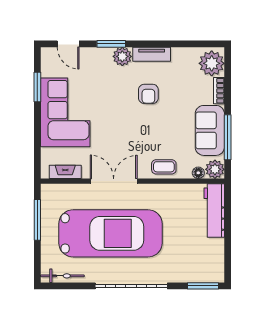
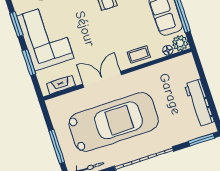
window: (37, 135) -> (29, 62), added
workbench: (214, 211) -> (199, 103), moved
window: (37, 220) -> (57, 146), moved

